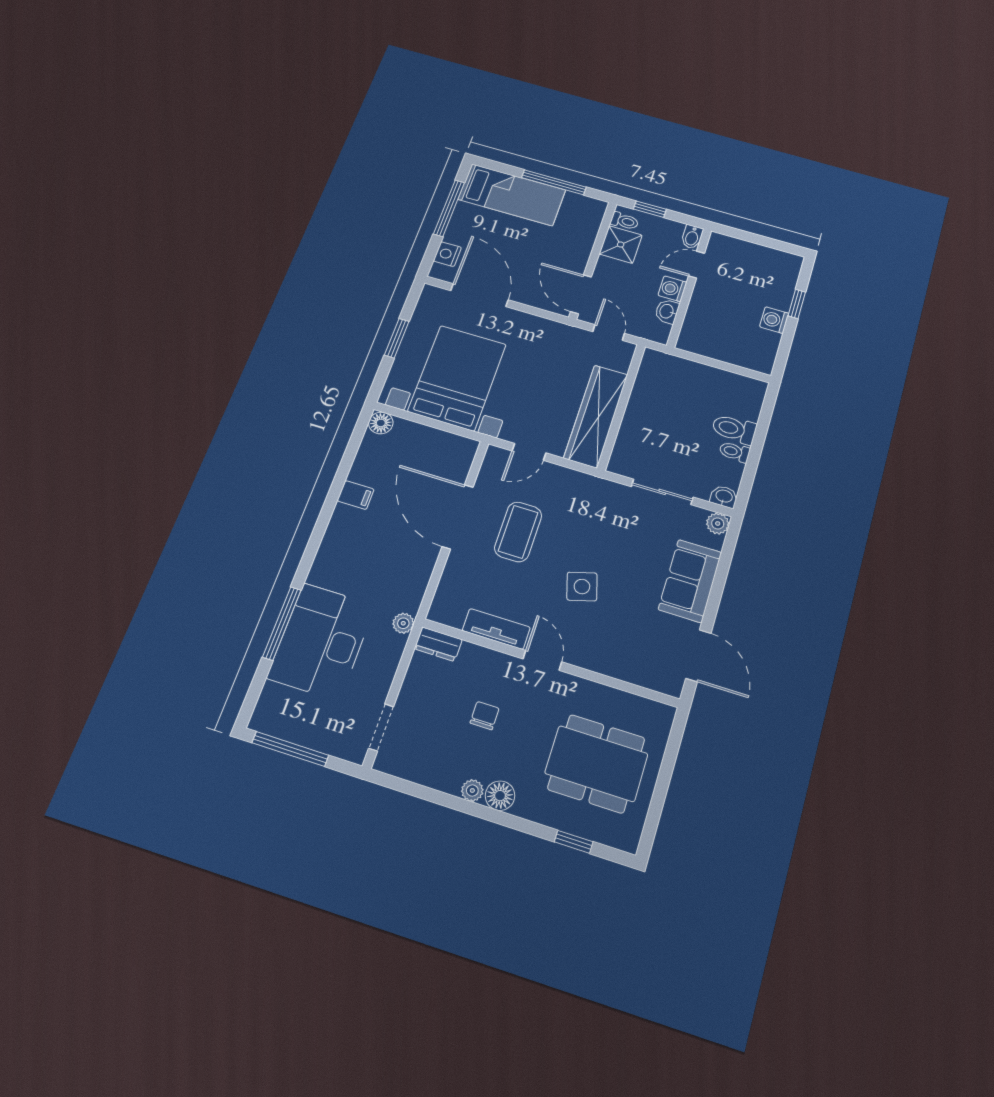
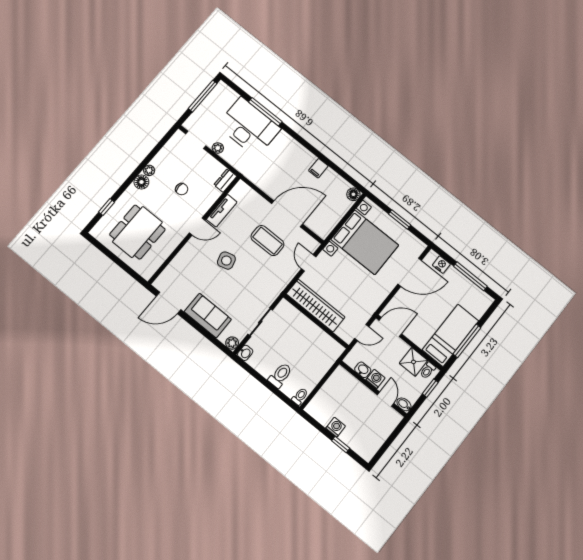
bed: (512, 195) -> (451, 335), moved, turned 180
toilet: (735, 452) -> (300, 396), moved
plant: (403, 623) -> (218, 148), moved

